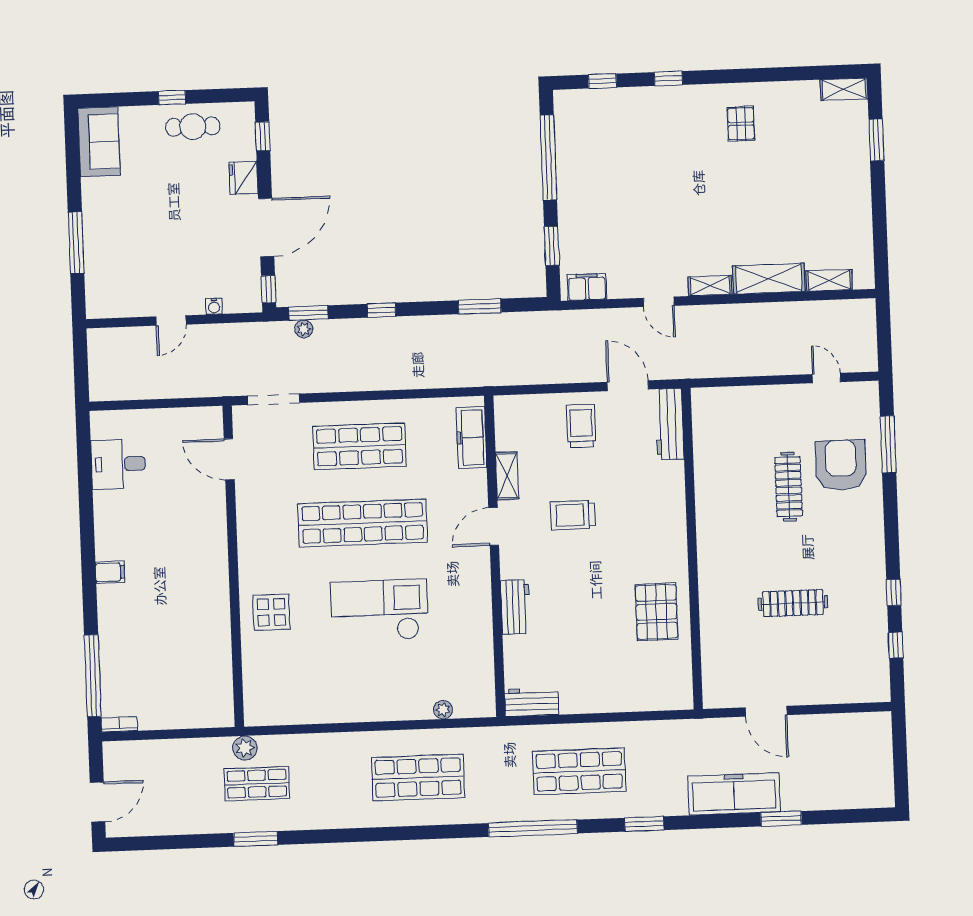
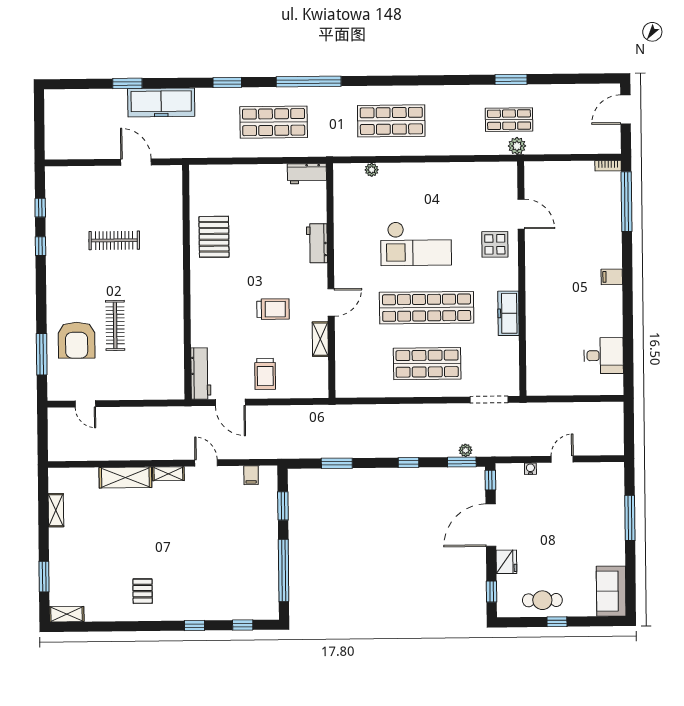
shelving: (829, 280) -> (56, 510), moved, turned 90
filing cabinet: (587, 287) -> (251, 475), width x0.50
freezer: (471, 438) -> (508, 313), moved, turned 180
door: (229, 459) -> (521, 214), moved

